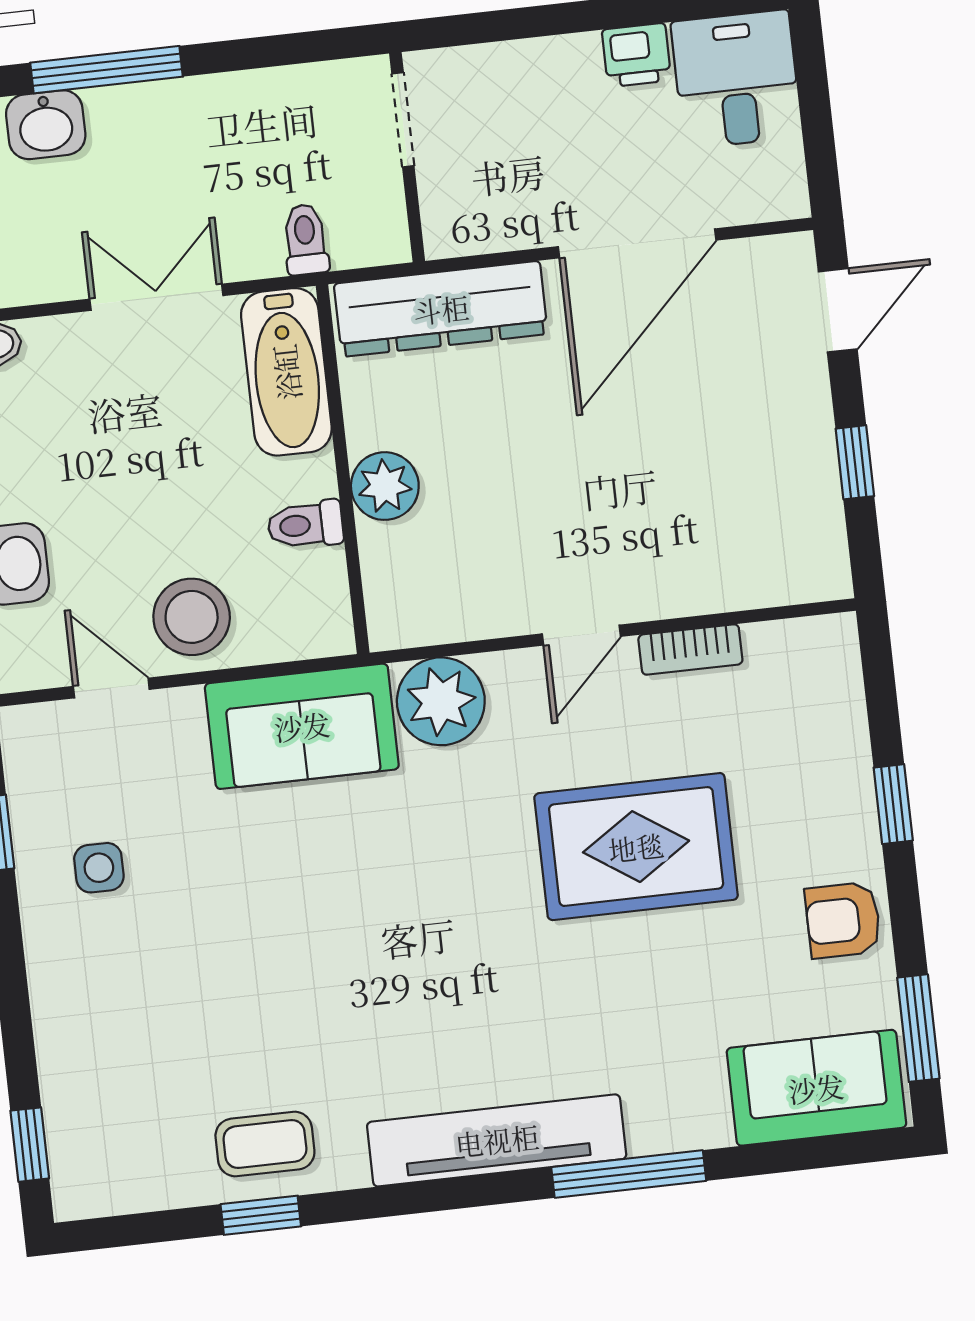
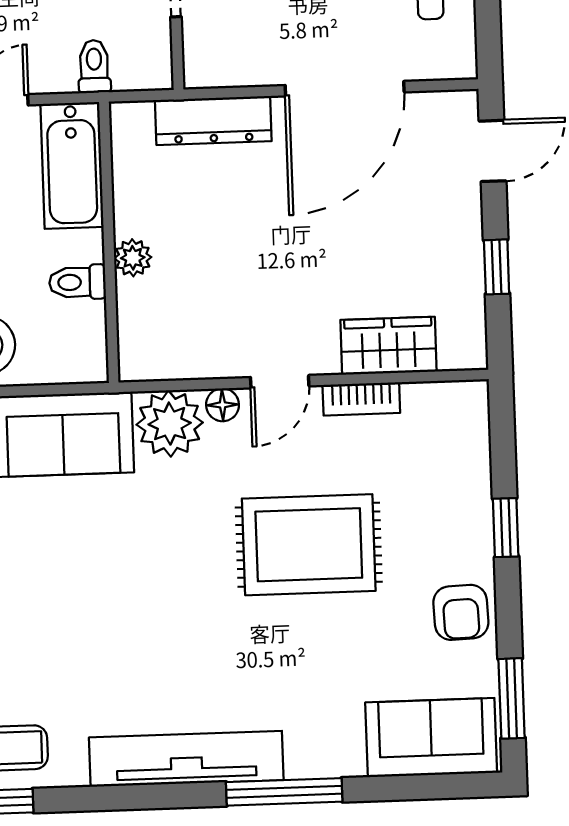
dresser: (441, 309) -> (213, 121), width x0.73, depth x0.80
plant: (385, 486) -> (133, 258), width x0.73, depth x0.73
wardrobe: (721, 577) -> (388, 346), added
floor lamp: (508, 671) -> (222, 405), added
armchair: (843, 920) -> (461, 612), turned -92

